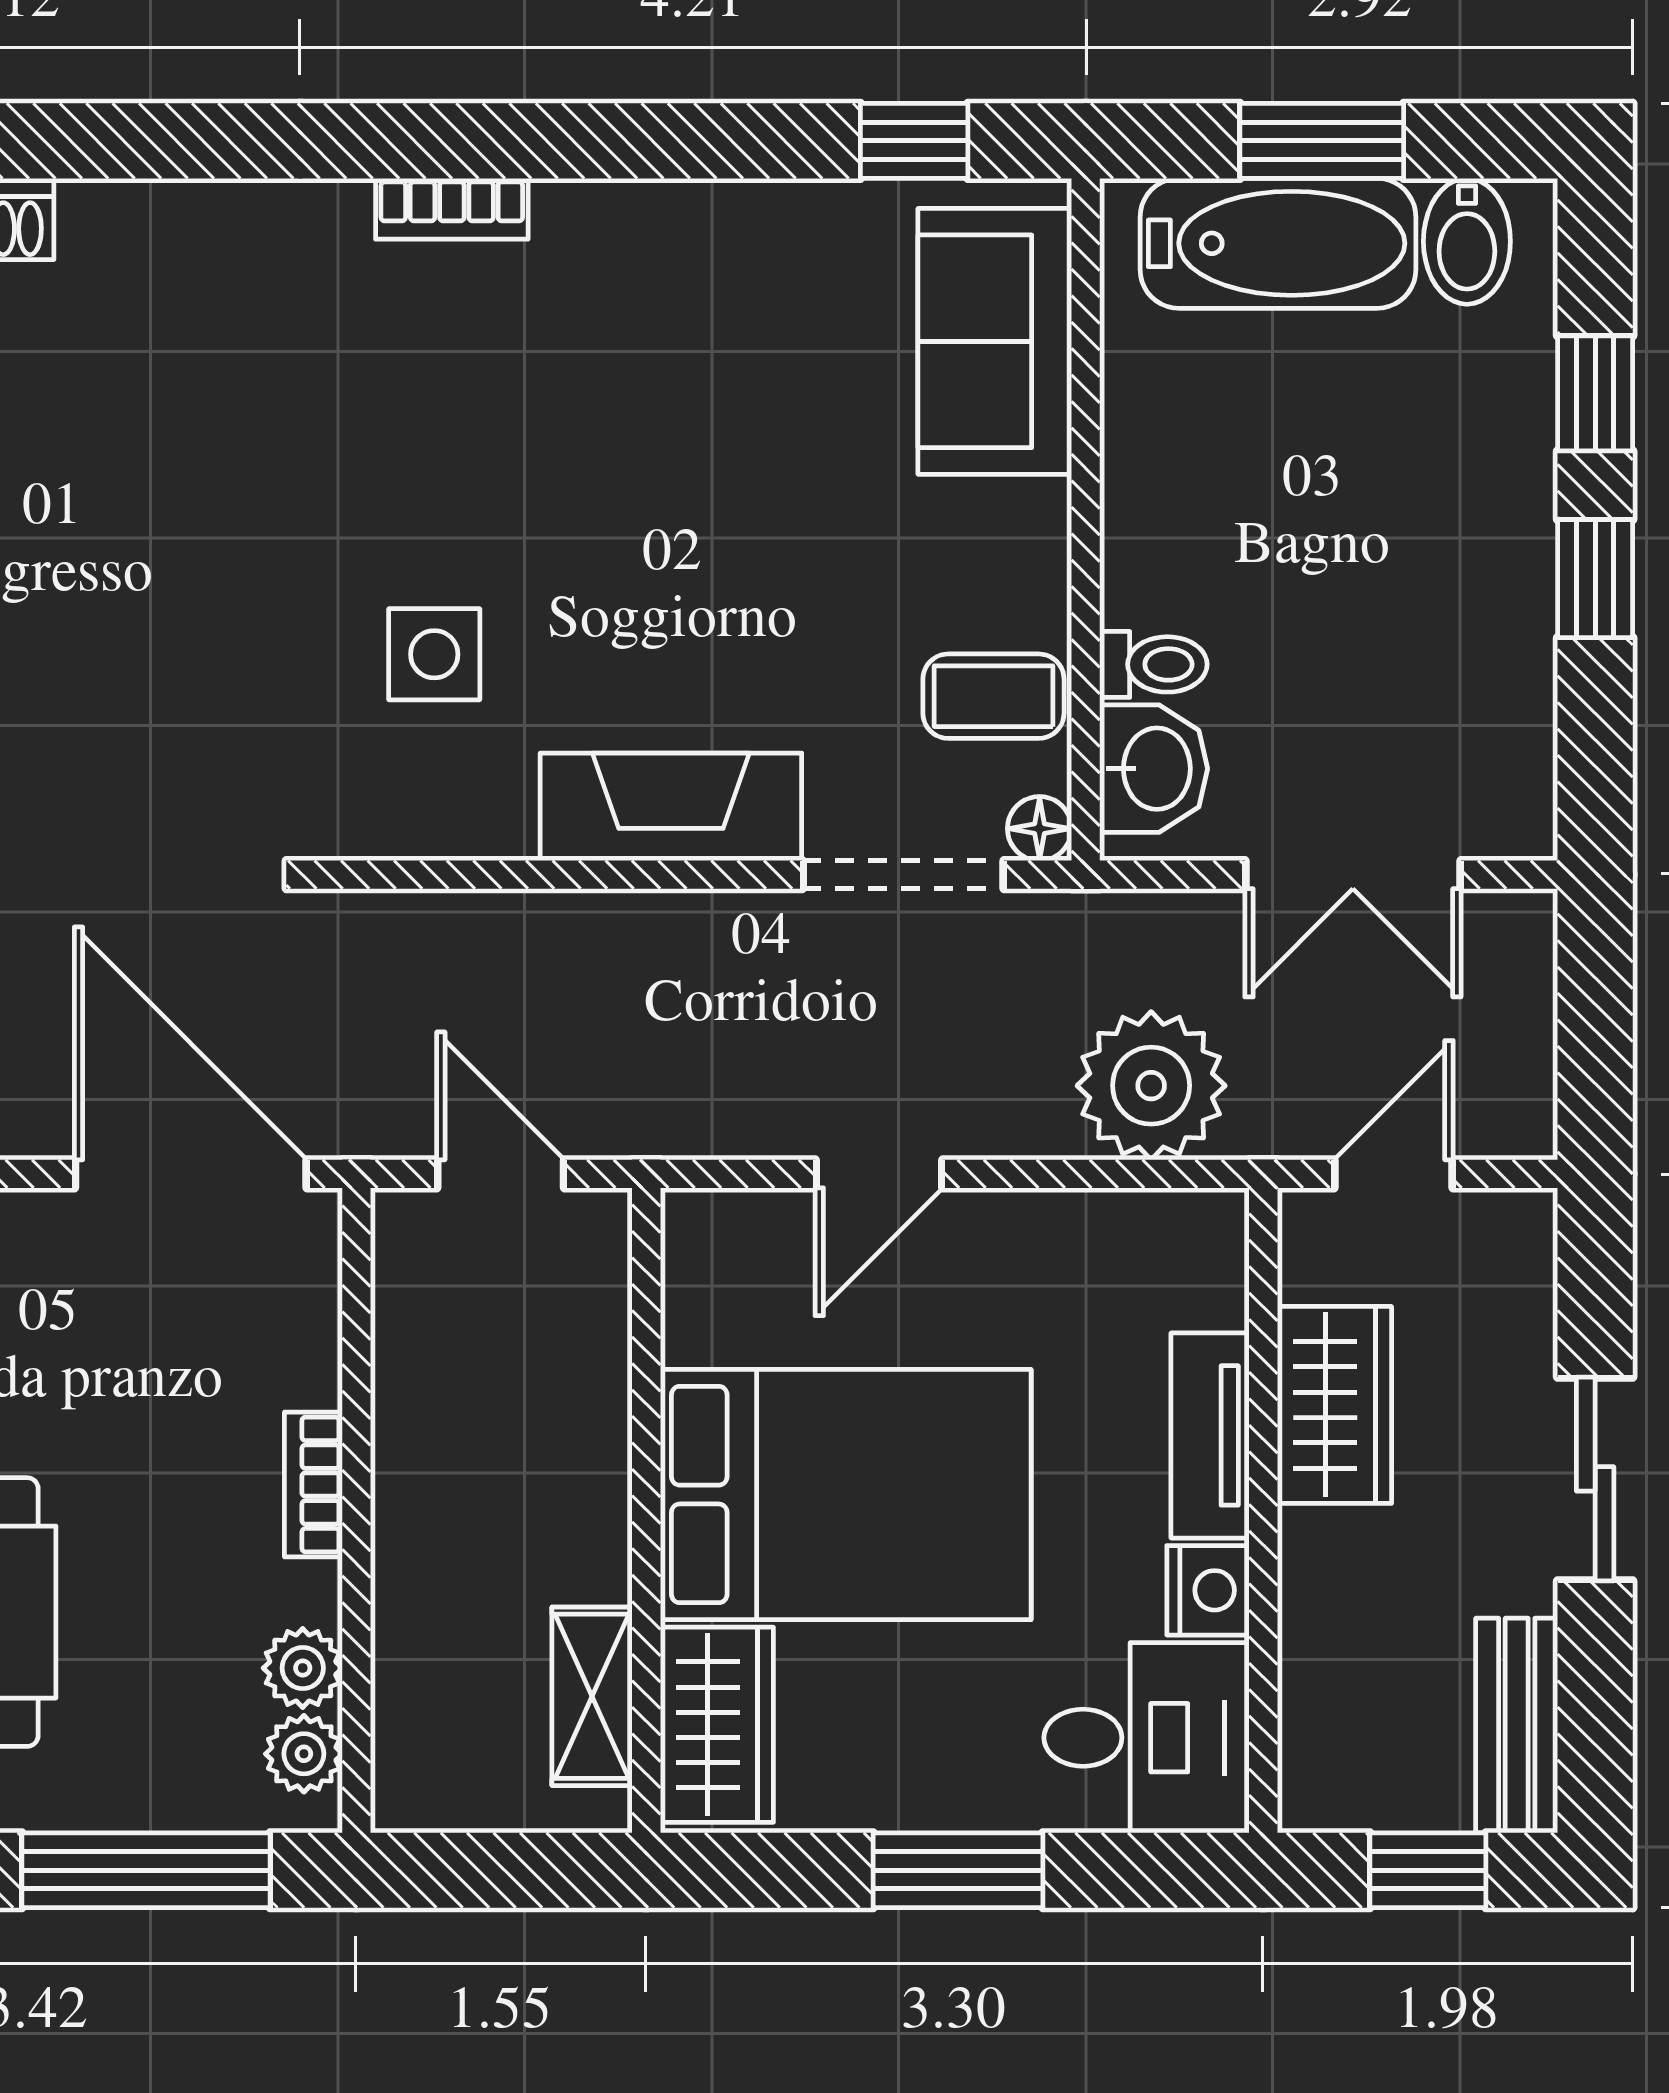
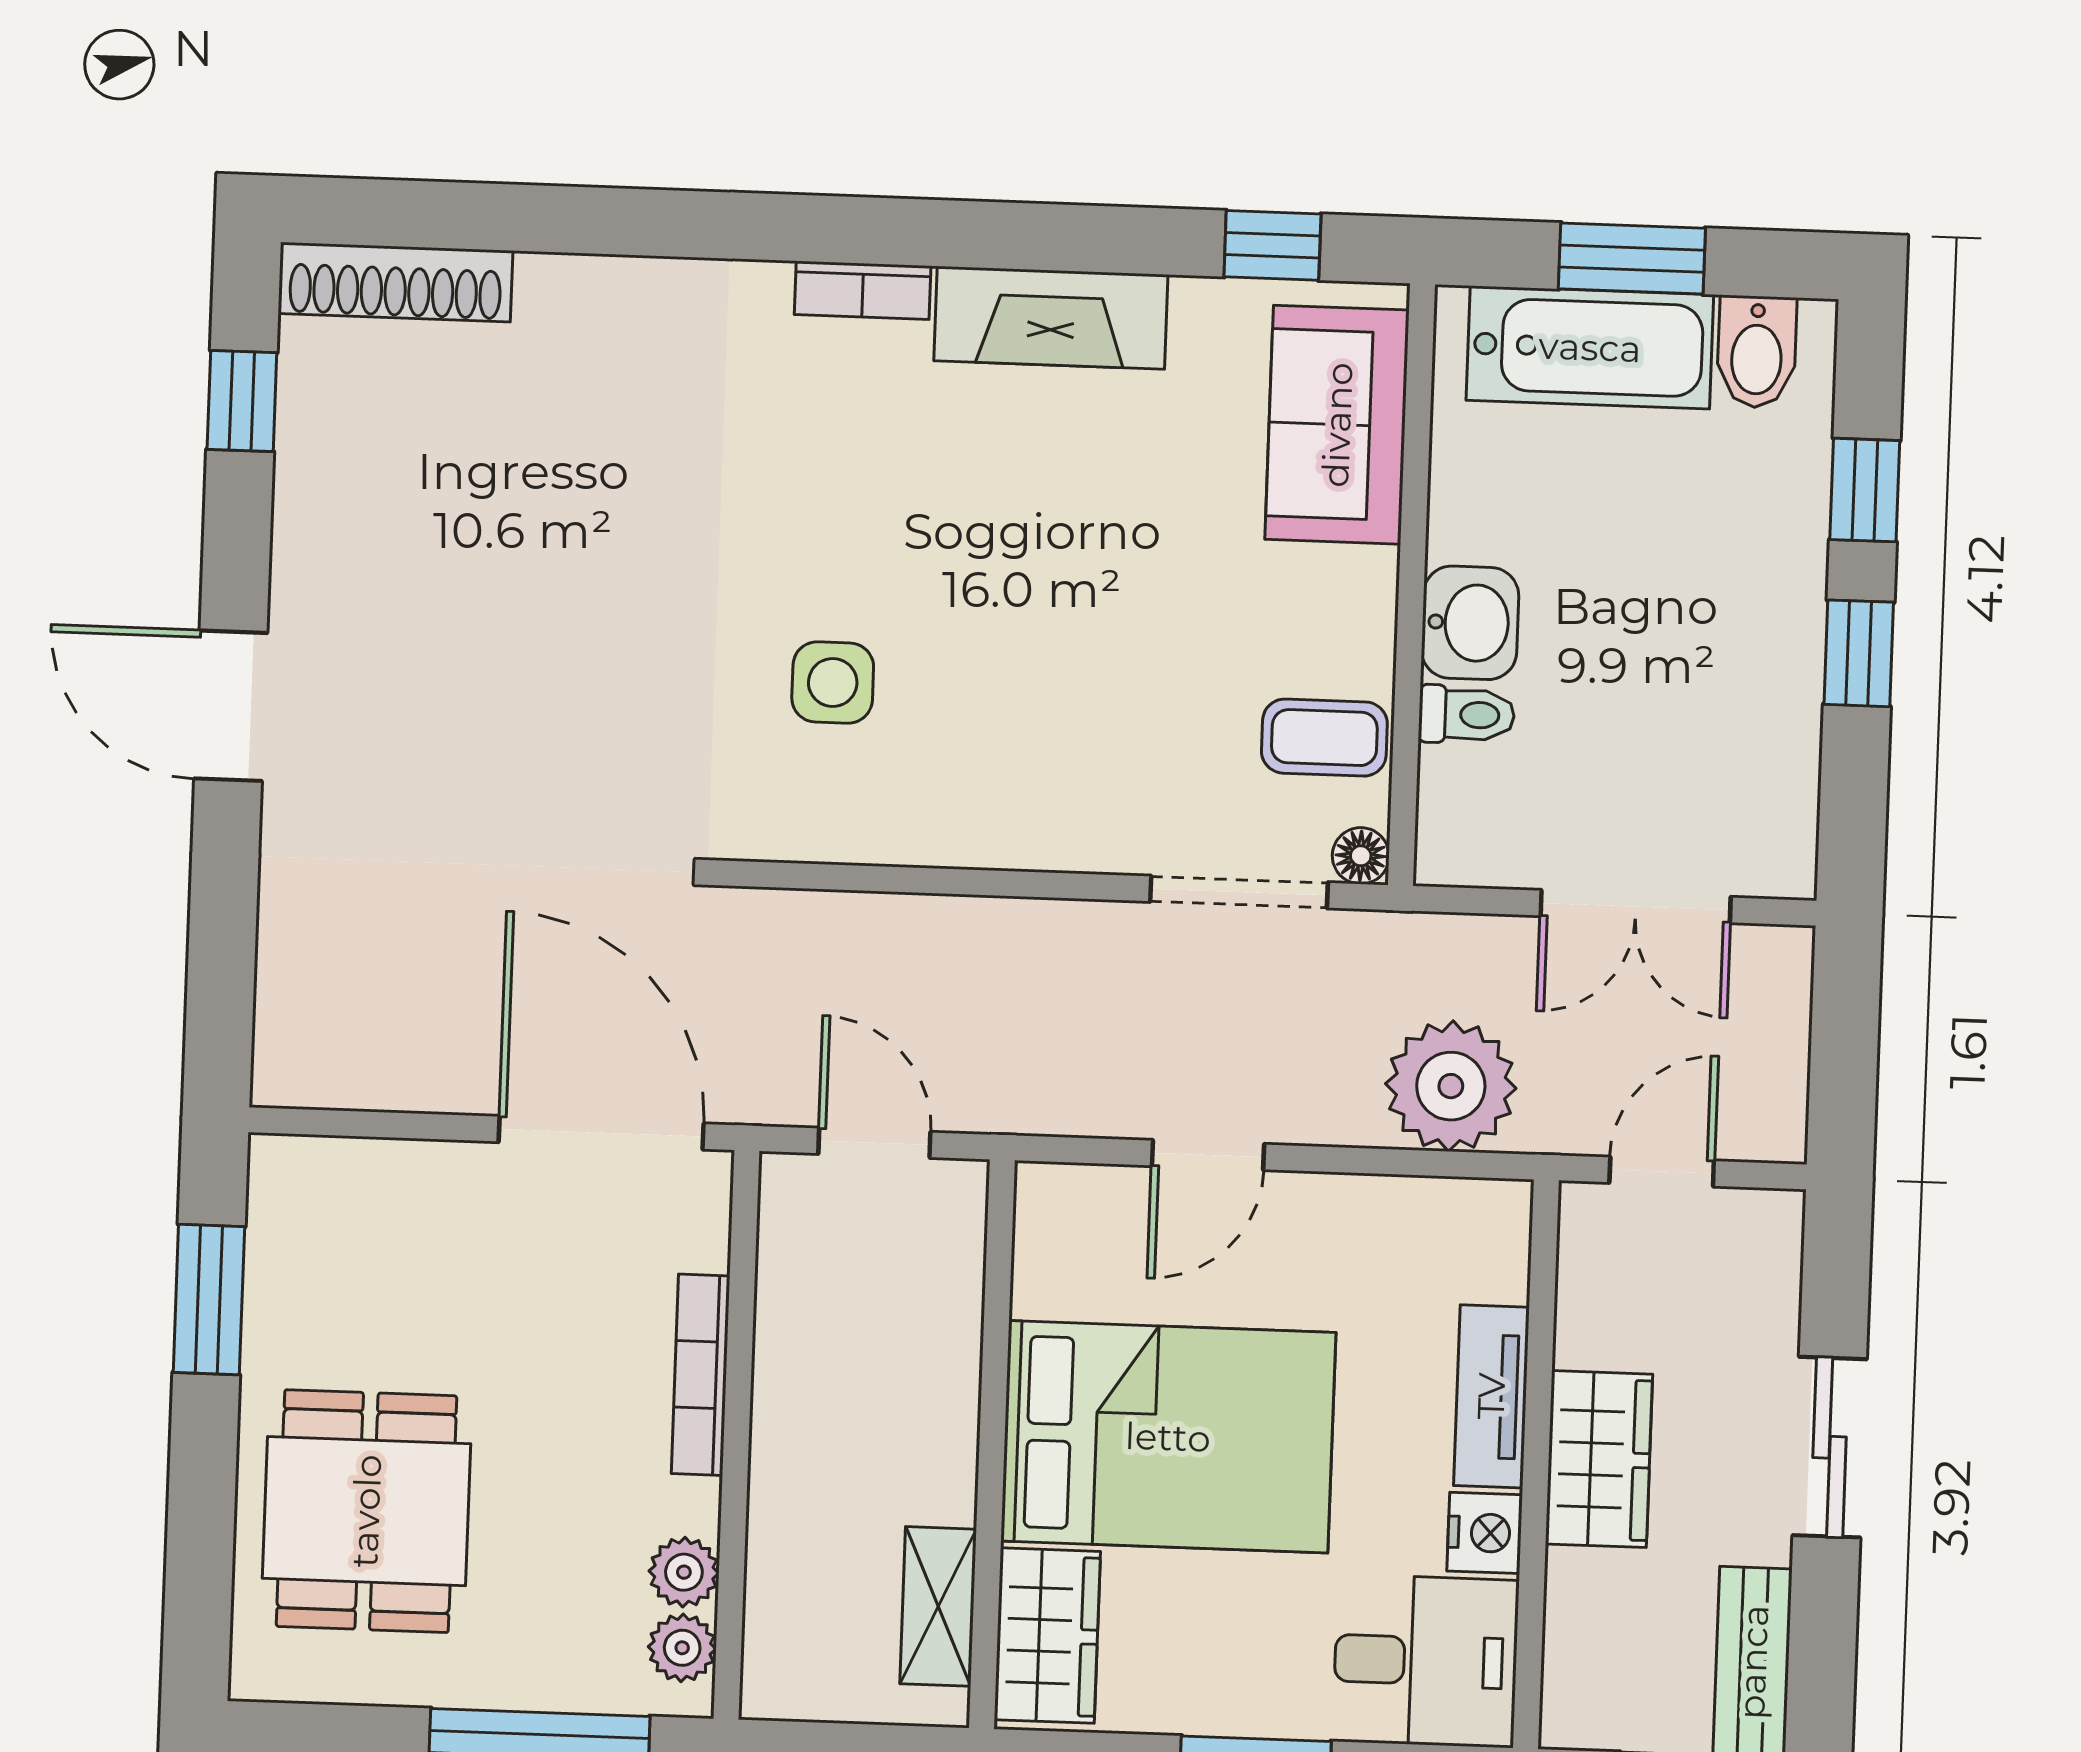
washbasin: (1154, 769) -> (1470, 623), moved
fireplace: (671, 807) -> (1051, 318), moved, turned 180
wardrobe: (1334, 1405) -> (1599, 1459), moved
bookcase: (313, 1485) -> (701, 1375), width x1.56

